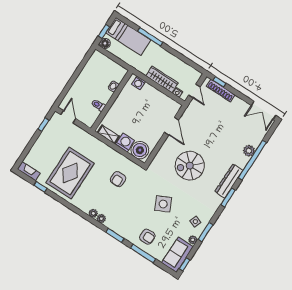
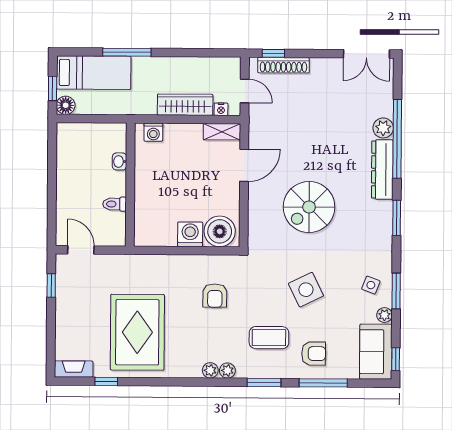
door: (172, 126) -> (244, 165), hinge flipped
shelving: (108, 134) -> (222, 132), moved
dresser: (229, 181) -> (382, 170), moved
coffee table: (131, 216) -> (269, 338), added

